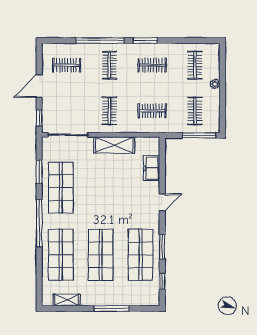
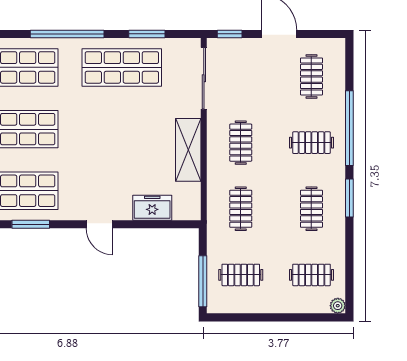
plant: (215, 84) -> (338, 306), moved
clothes rail: (109, 111) -> (241, 143), turned 90

